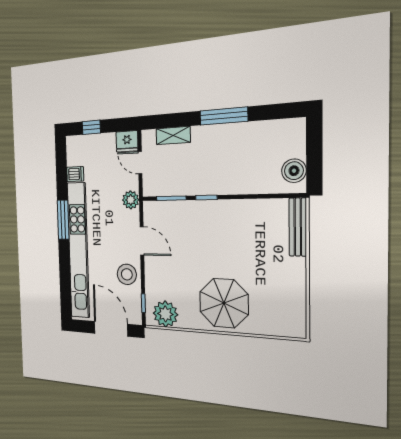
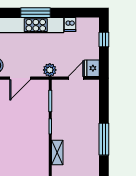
shelving: (173, 135) -> (57, 152), moved

